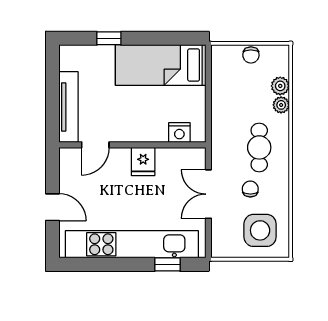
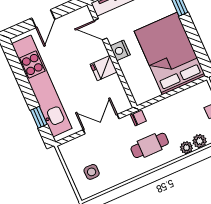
bed: (161, 65) -> (170, 54), width x1.50
nightstand: (179, 133) -> (120, 50), moved
chair: (250, 189) -> (138, 118), moved
side table: (260, 230) -> (92, 172), width x0.54, depth x0.54

